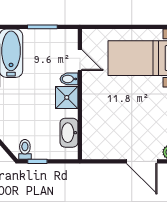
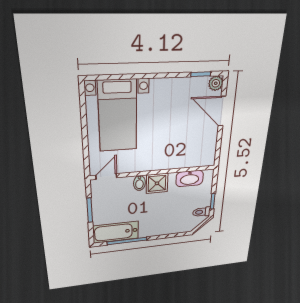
door: (80, 60) -> (106, 177), moved
door: (142, 161) -> (222, 111), swing flipped

